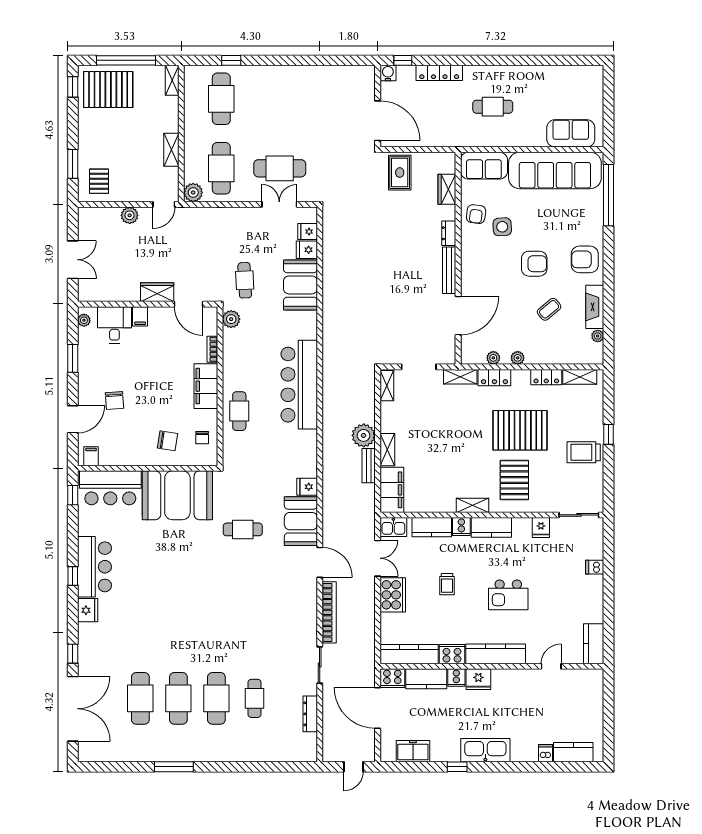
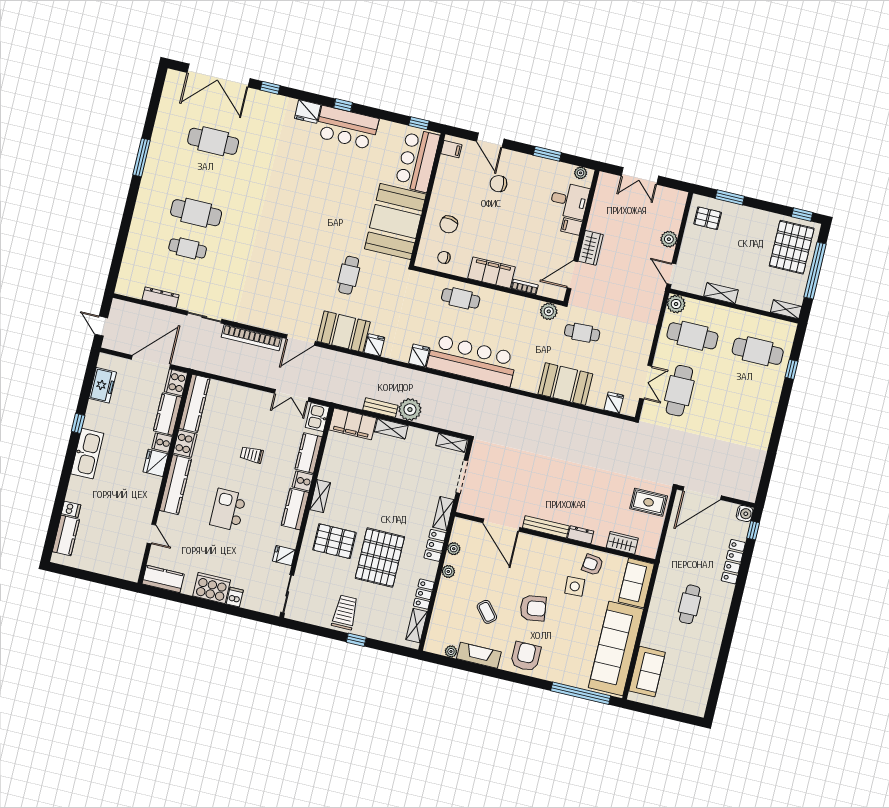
fridge: (307, 250) -> (419, 356), moved
armchair: (534, 264) -> (533, 608), turned -98
cooker: (393, 595) -> (212, 588), moved, turned 180
cafe table: (178, 698) -> (205, 177), removed

